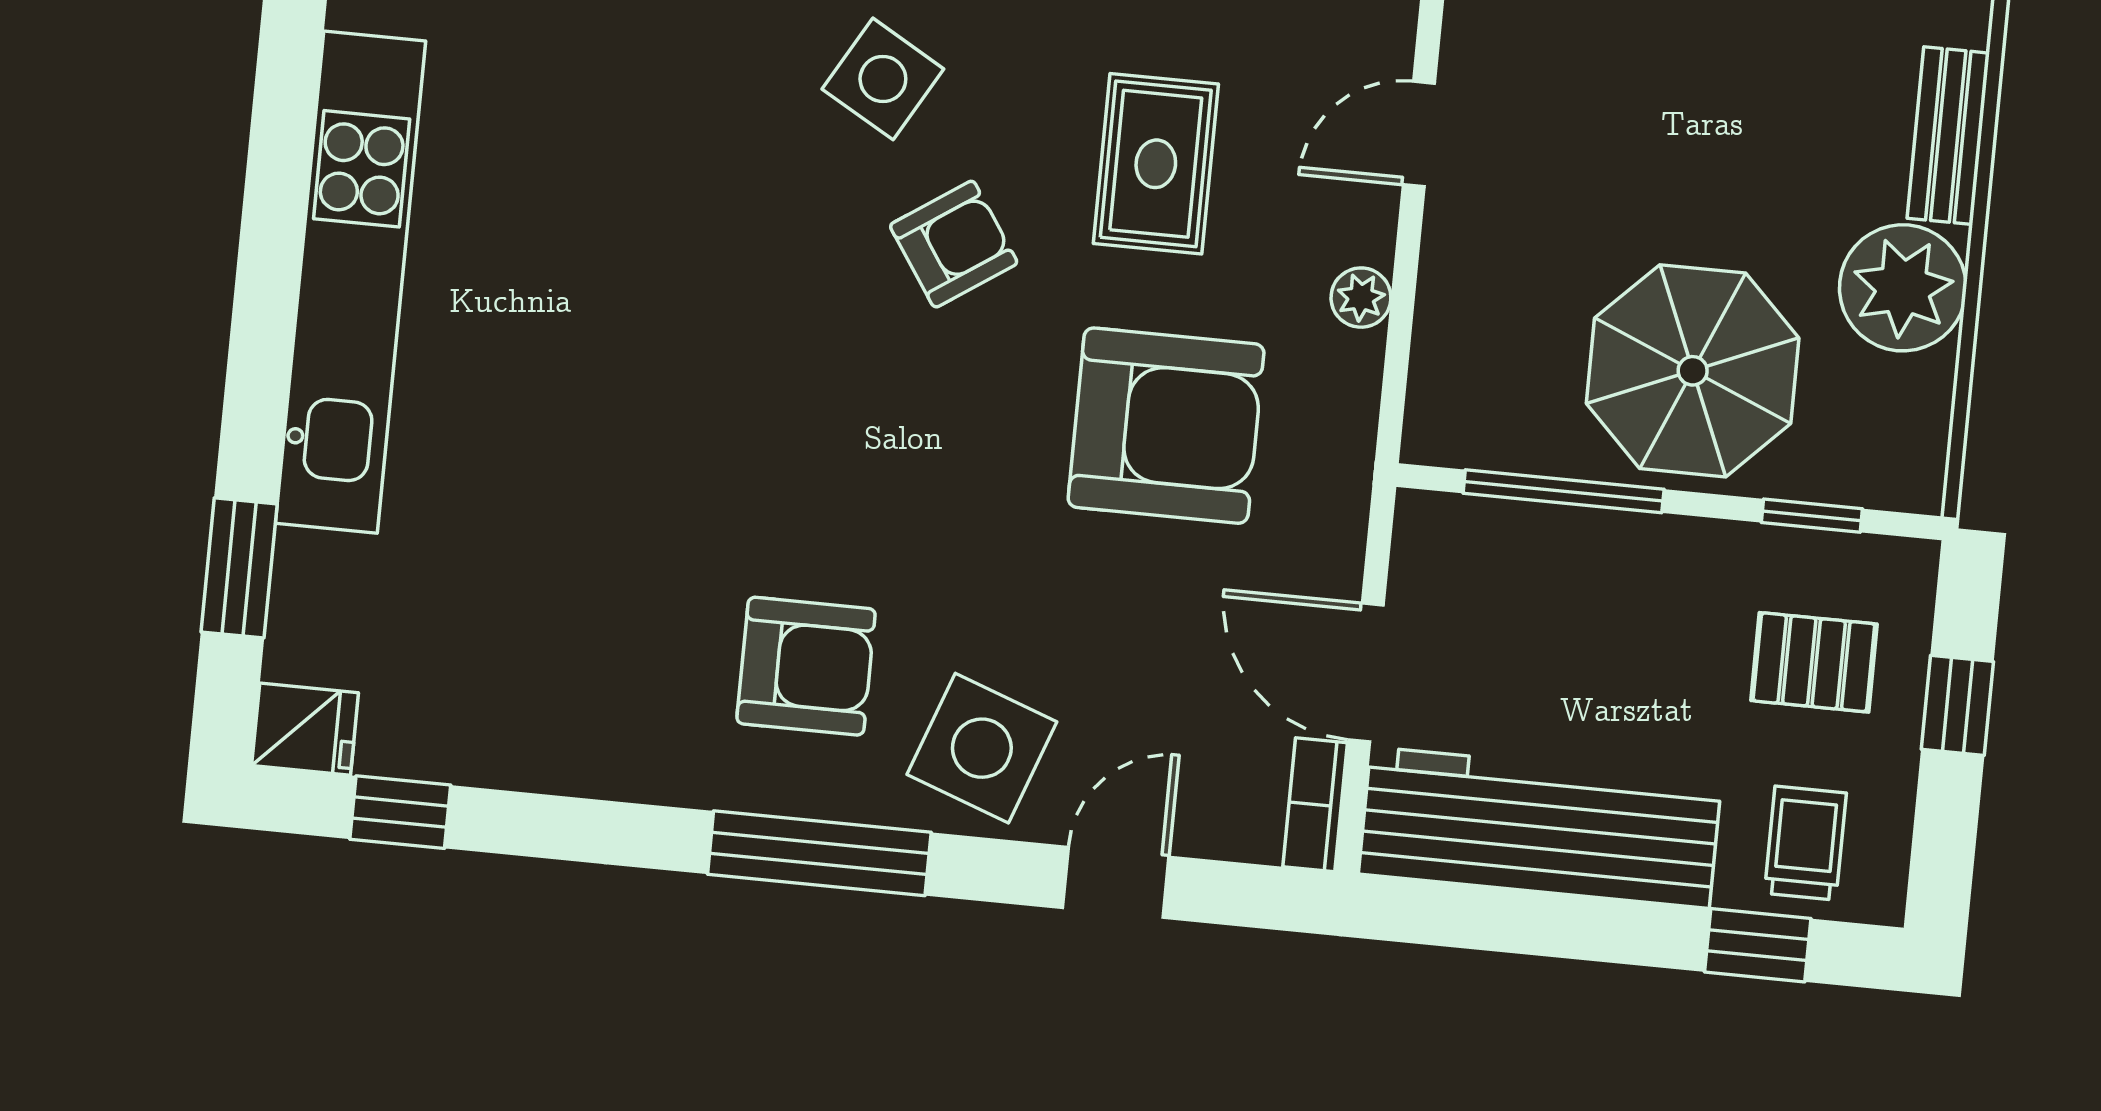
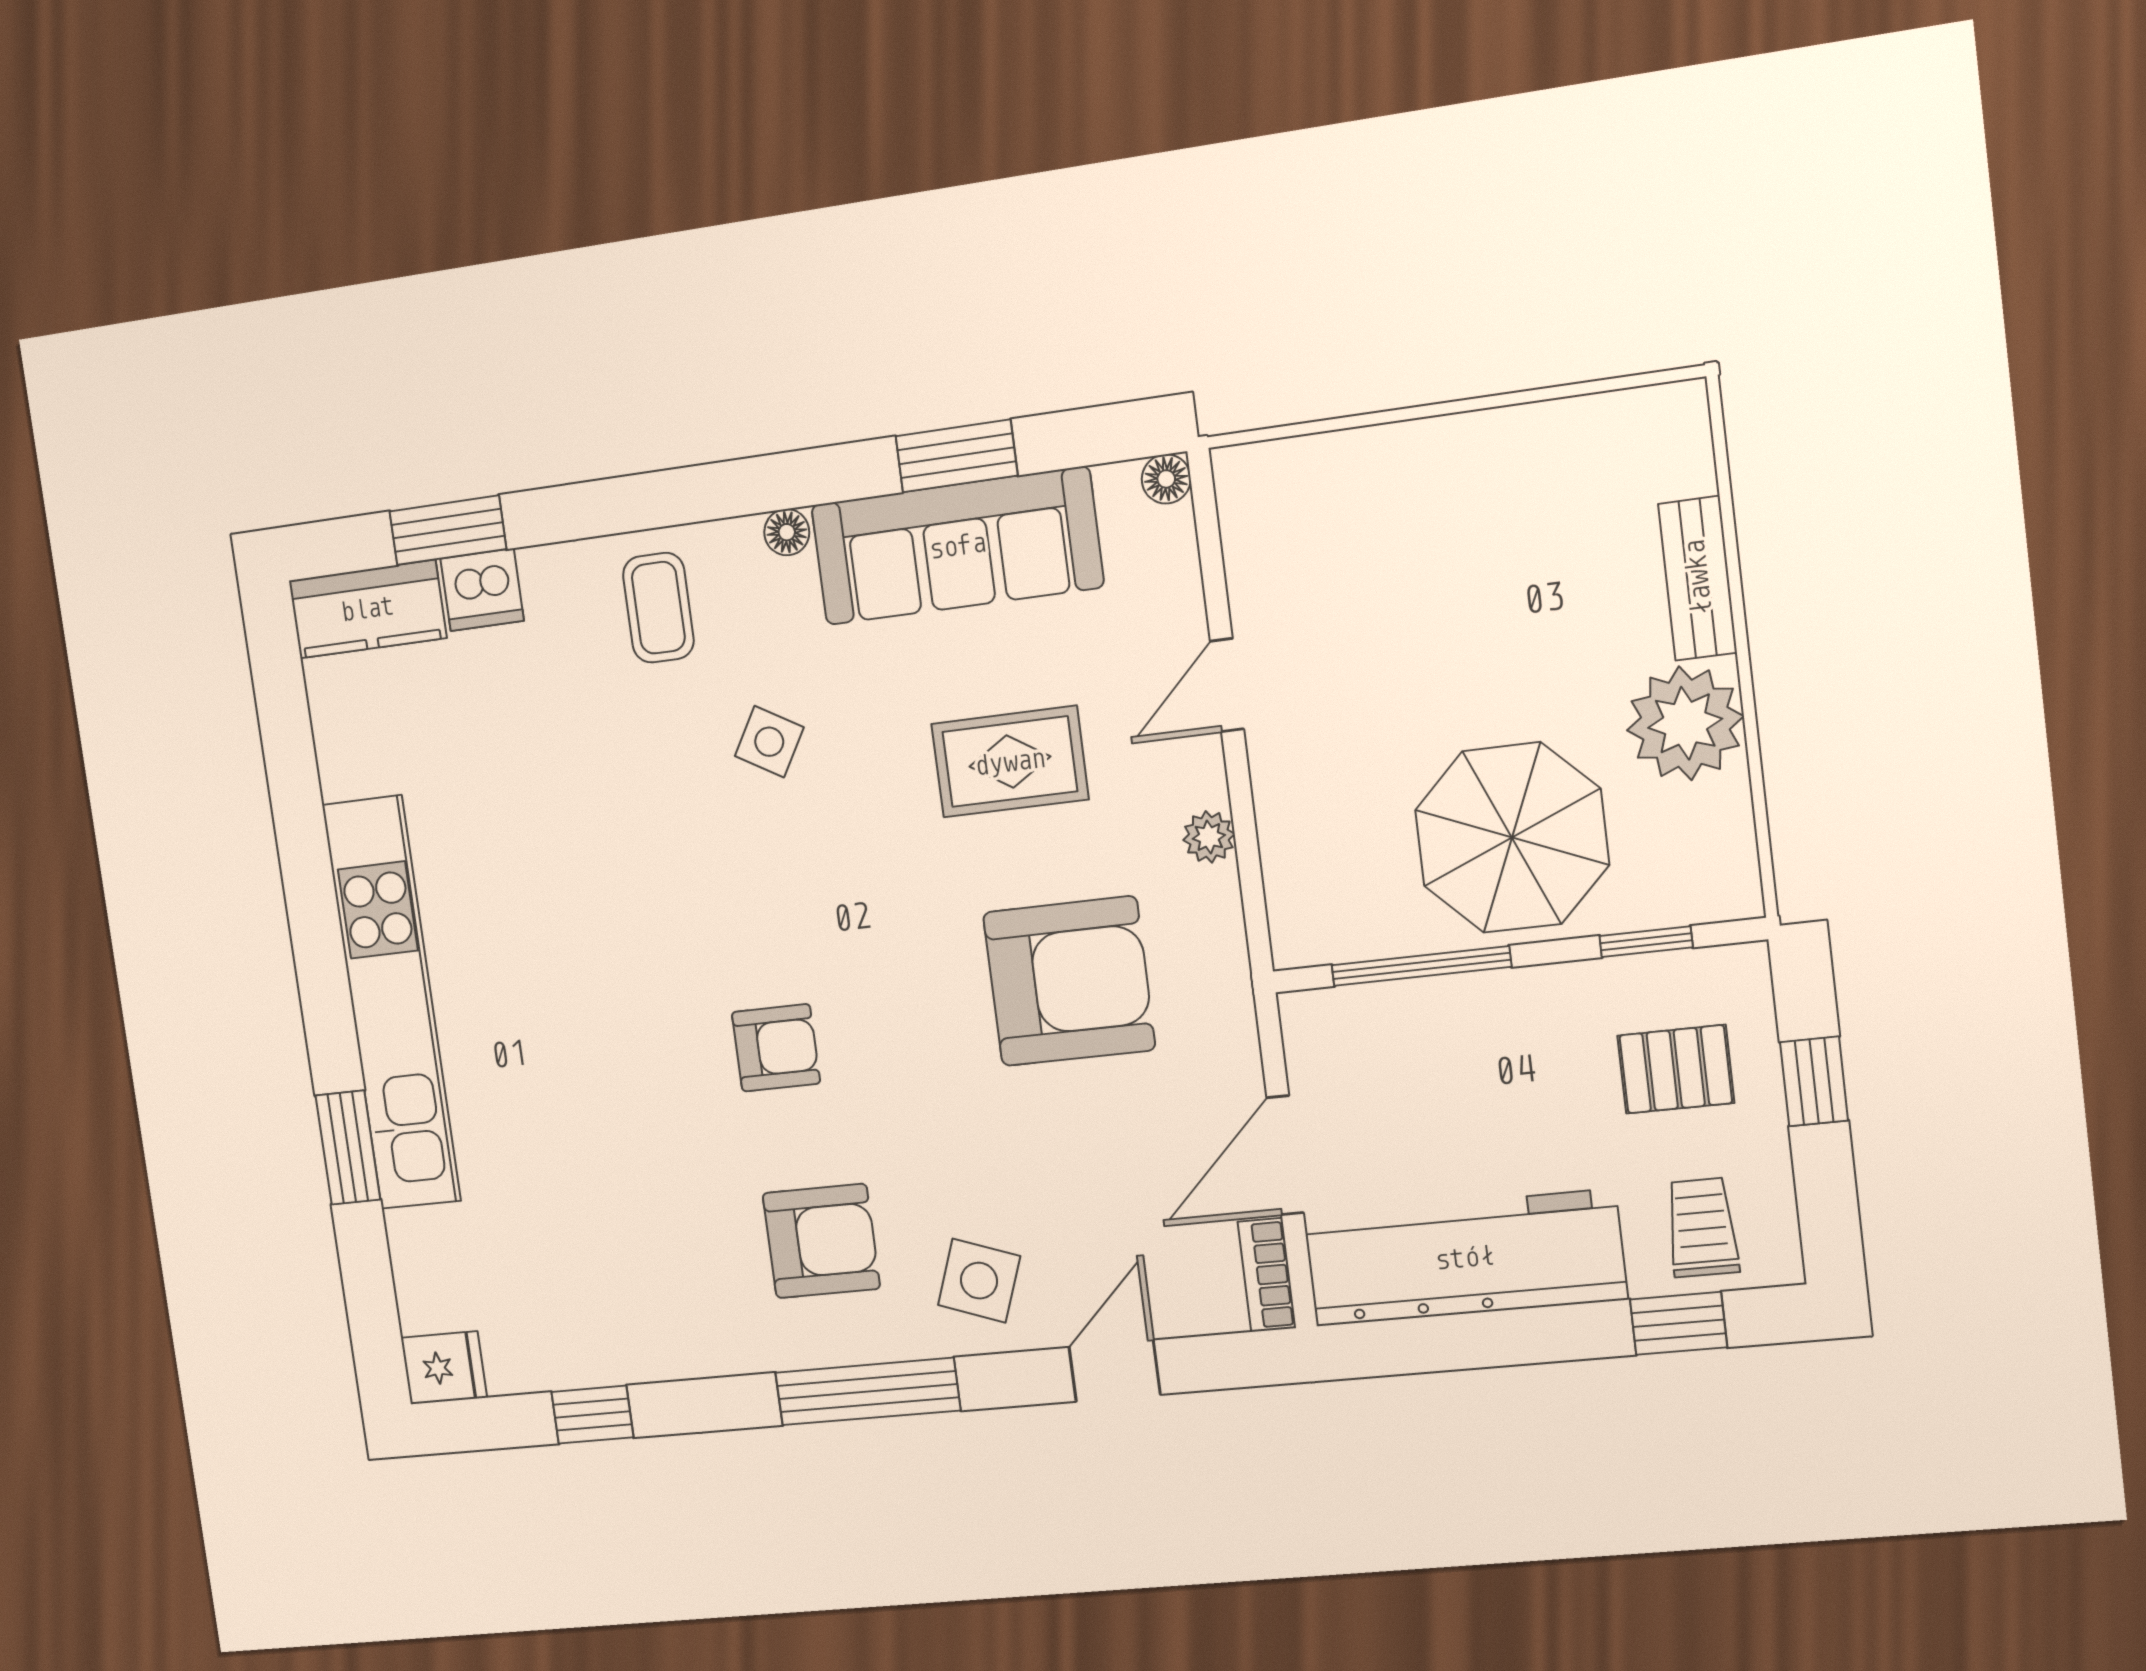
side table: (883, 79) -> (769, 742), width x0.73, depth x0.73
rug: (1156, 164) -> (1010, 762), turned 90
armchair: (954, 244) -> (776, 1048), moved, turned 34
window: (239, 568) -> (348, 1148), moved
door: (1366, 673) -> (1285, 1155), hinge flipped
side table: (982, 748) -> (979, 1281), width x0.73, depth x0.73
window: (400, 812) -> (592, 1415), moved

